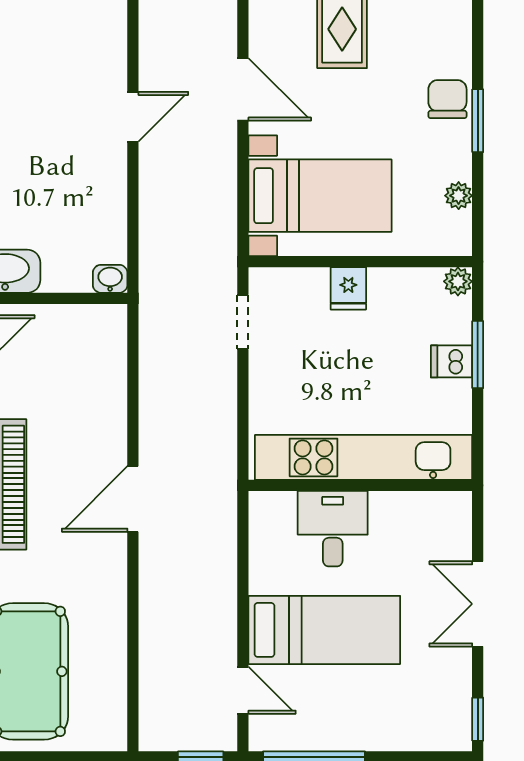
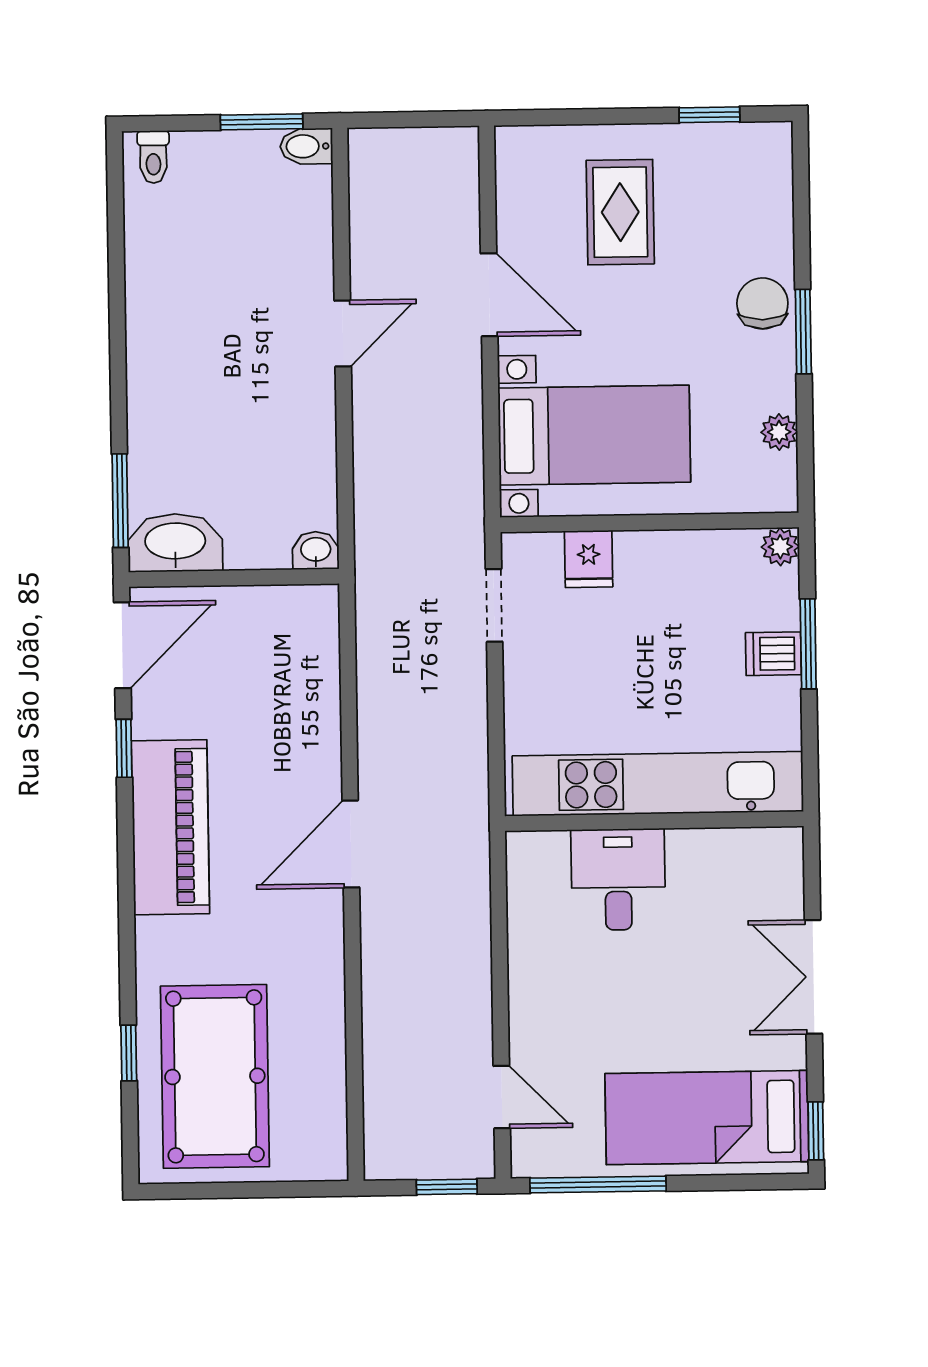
fridge: (348, 288) -> (589, 559), moved
bed: (324, 630) -> (707, 1118), moved, turned 180

